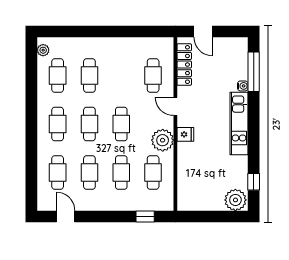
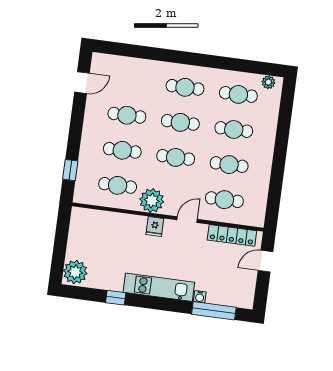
cafe table: (58, 172) -> (229, 165), moved
window: (254, 182) -> (116, 298), moved

